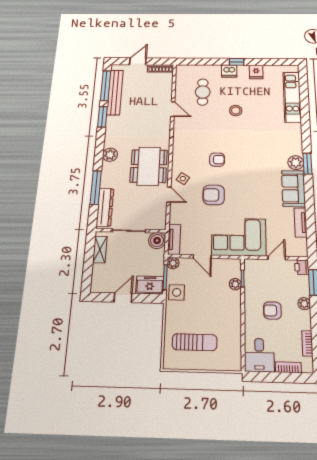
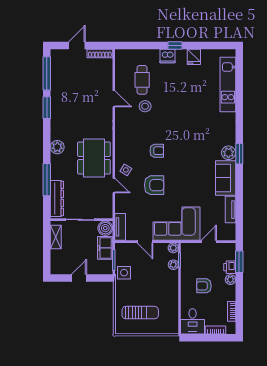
bench: (115, 92) -> (57, 81), removed
stool: (236, 111) -> (145, 106), moved
armchair: (214, 195) -> (154, 185), turned 180
plant: (173, 263) -> (173, 248), moved
printer: (302, 267) -> (230, 267), moved
freezer: (150, 285) -> (105, 248), moved, turned -90

